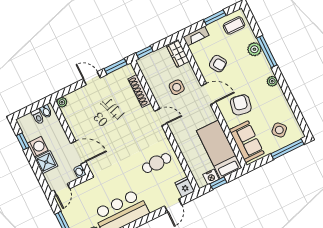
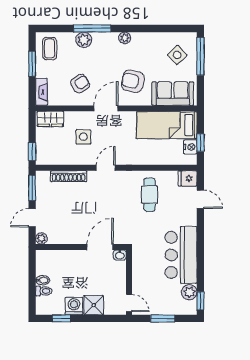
plant: (62, 102) -> (41, 238), moved
wall: (71, 137) -> (81, 247), moved
door: (78, 153) -> (100, 247), moved
washbasin: (80, 172) -> (120, 255), moved

